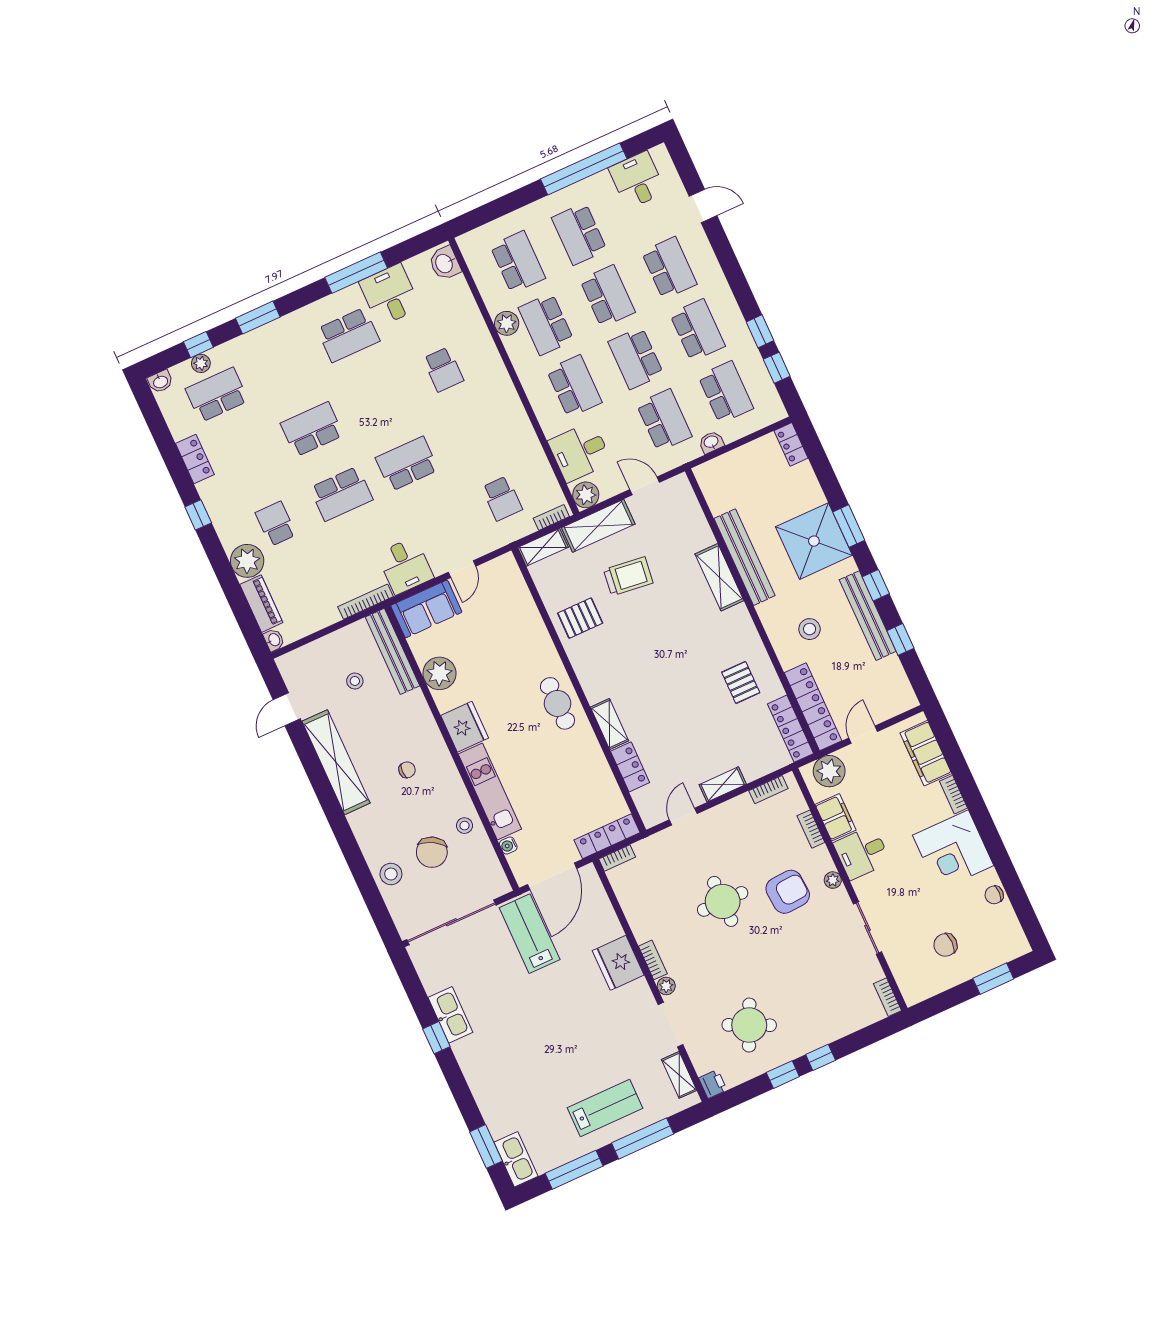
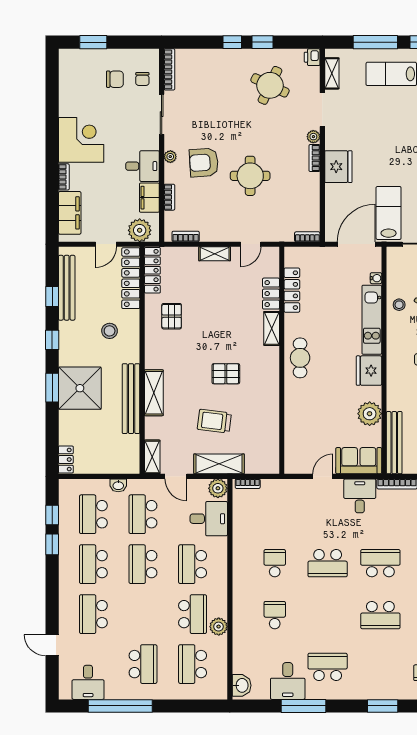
school desk: (608, 296) -> (143, 614), removed
school desk: (636, 358) -> (143, 564), turned 180
school desk: (502, 498) -> (275, 563), moved
shelving: (543, 547) -> (152, 457), moved, turned 90
bench: (868, 616) -> (67, 288), moved
pallet: (580, 618) -> (226, 374), moved
locker: (607, 836) -> (292, 290), moved, turned -90
chair: (994, 895) -> (142, 79), moved, turned 87
lab bench: (530, 934) -> (389, 213), turned 180
bookcase: (887, 997) -> (169, 69), width x1.56

